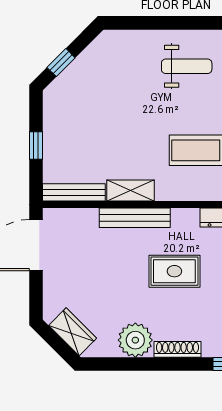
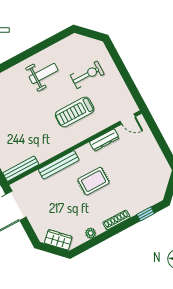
shelving: (130, 191) -> (49, 152), removed
plant: (135, 340) -> (91, 233), width x0.53, depth x0.53

